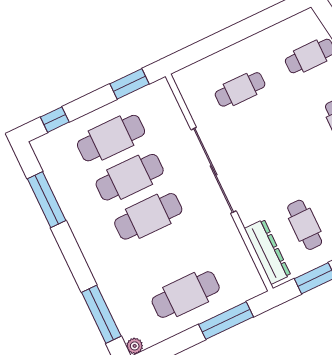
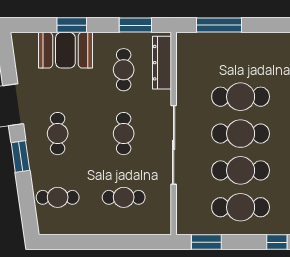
cafe table: (272, 157) -> (124, 134), added
cafe table: (186, 295) -> (241, 97), moved

